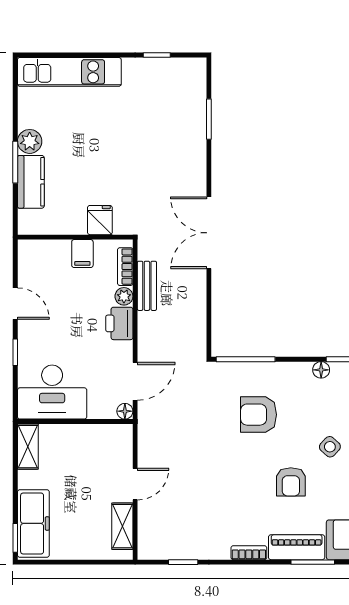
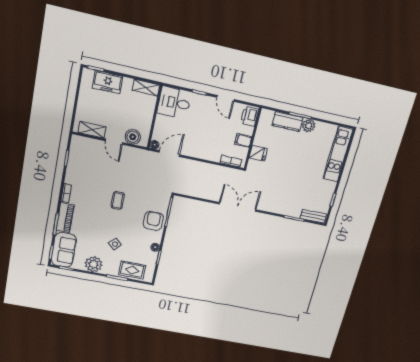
bench: (147, 286) -> (313, 216), moved
plant: (124, 296) -> (216, 157), removed
door: (15, 304) -> (225, 98), hinge flipped
printer: (119, 323) -> (250, 116), moved, turned -90
door: (135, 381) -> (169, 153), swing flipped
desk: (52, 392) -> (174, 103), width x0.73
armchair: (259, 415) -> (153, 221), moved
boiler: (119, 453) -> (133, 137), added
coffee table: (243, 457) -> (118, 200), added
armchair: (291, 482) -> (100, 222), removed
freezer: (33, 523) -> (108, 82), width x0.71

